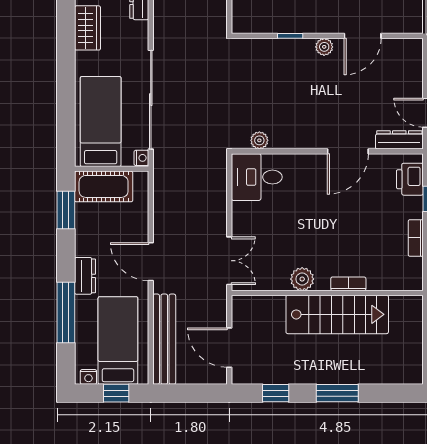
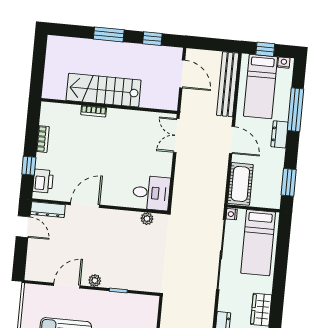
cot: (104, 186) -> (240, 184), moved, turned 90
plant: (302, 279) -> (126, 118), removed

